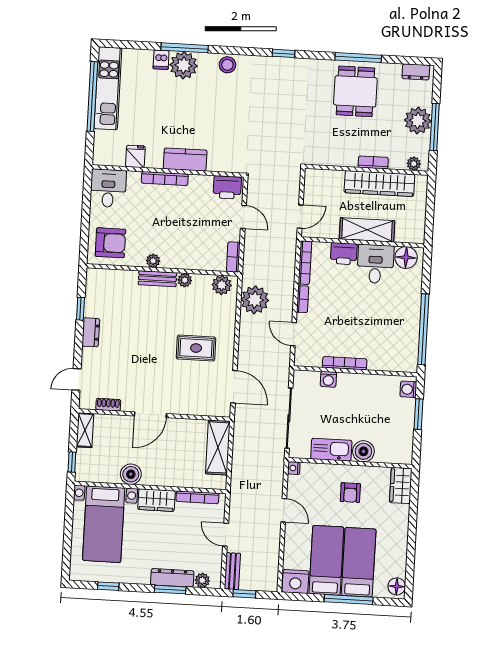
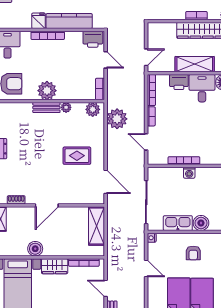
fridge: (135, 156) -> (39, 21), moved
kitchen counter: (185, 160) -> (69, 21), width x1.50
plant: (153, 261) -> (47, 91), width x1.88, depth x1.88
washing machine: (328, 379) -> (189, 173), moved

